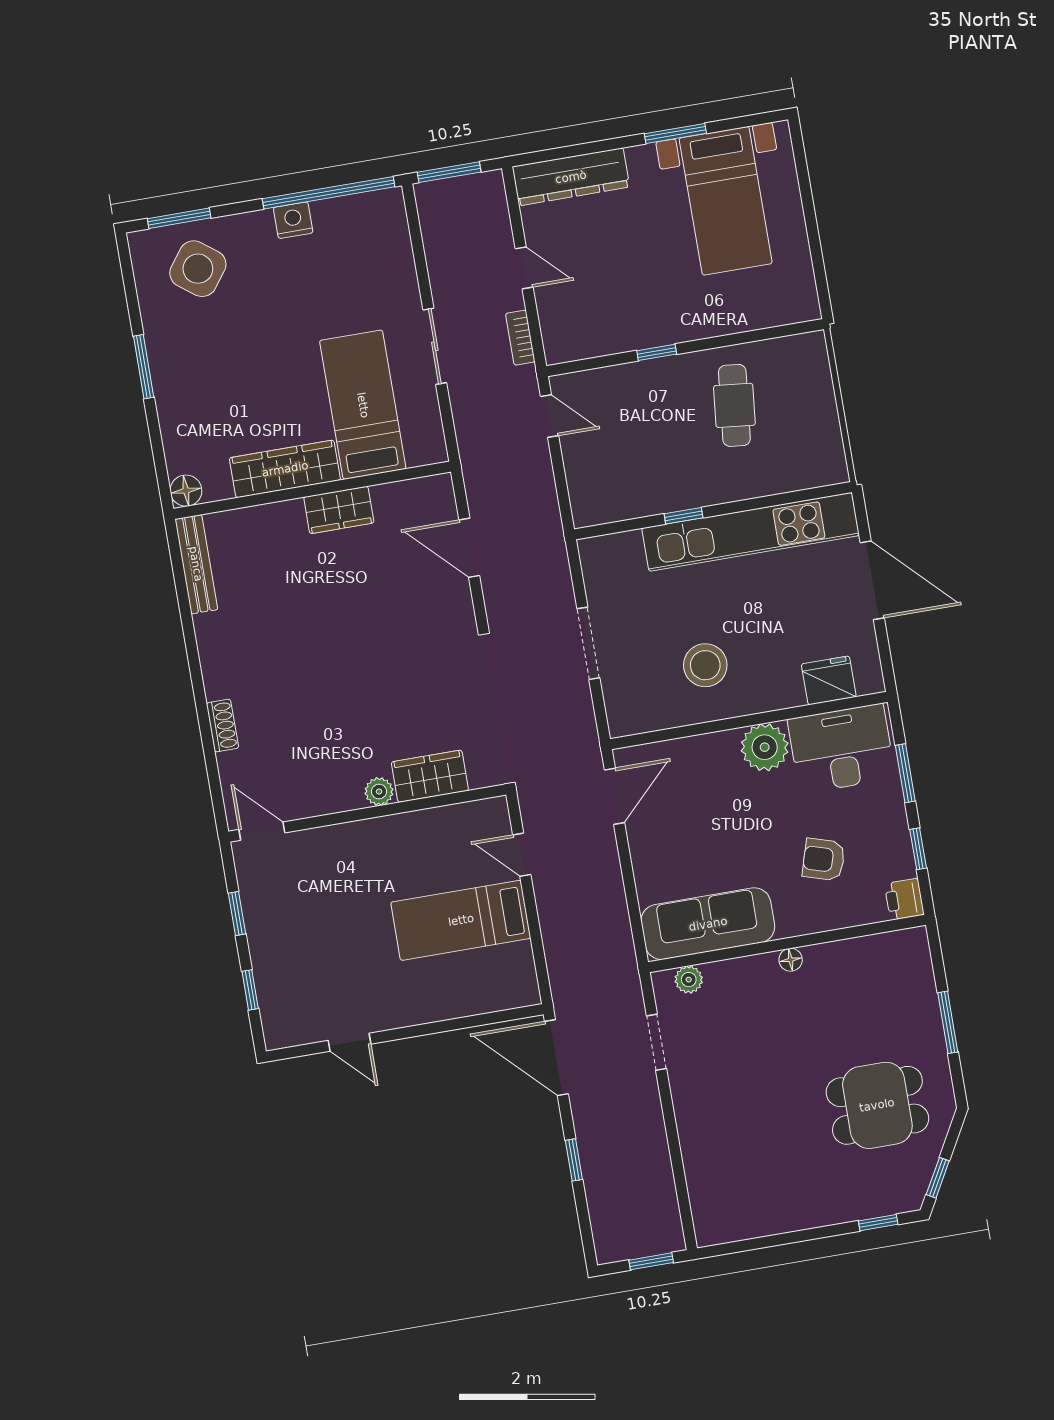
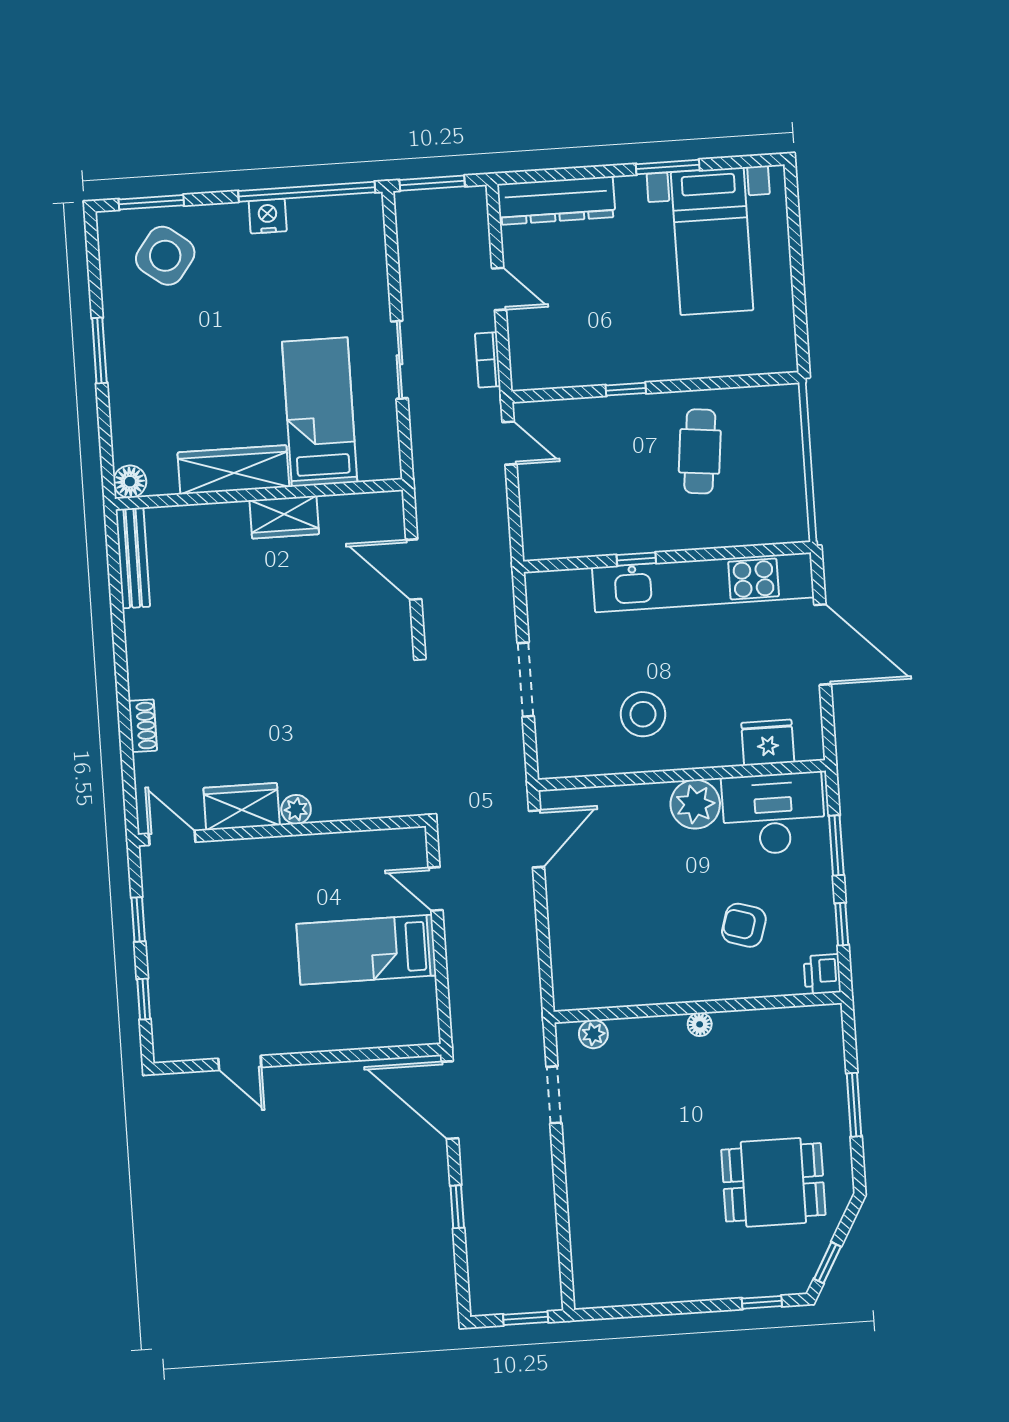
wardrobe: (430, 776) -> (242, 806), moved
sofa: (708, 924) -> (619, 979), removed

